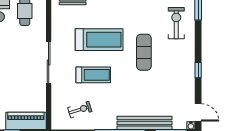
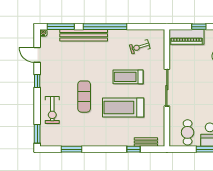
exercise bike: (176, 23) -> (52, 110), moved
door: (198, 112) -> (37, 55), moved

